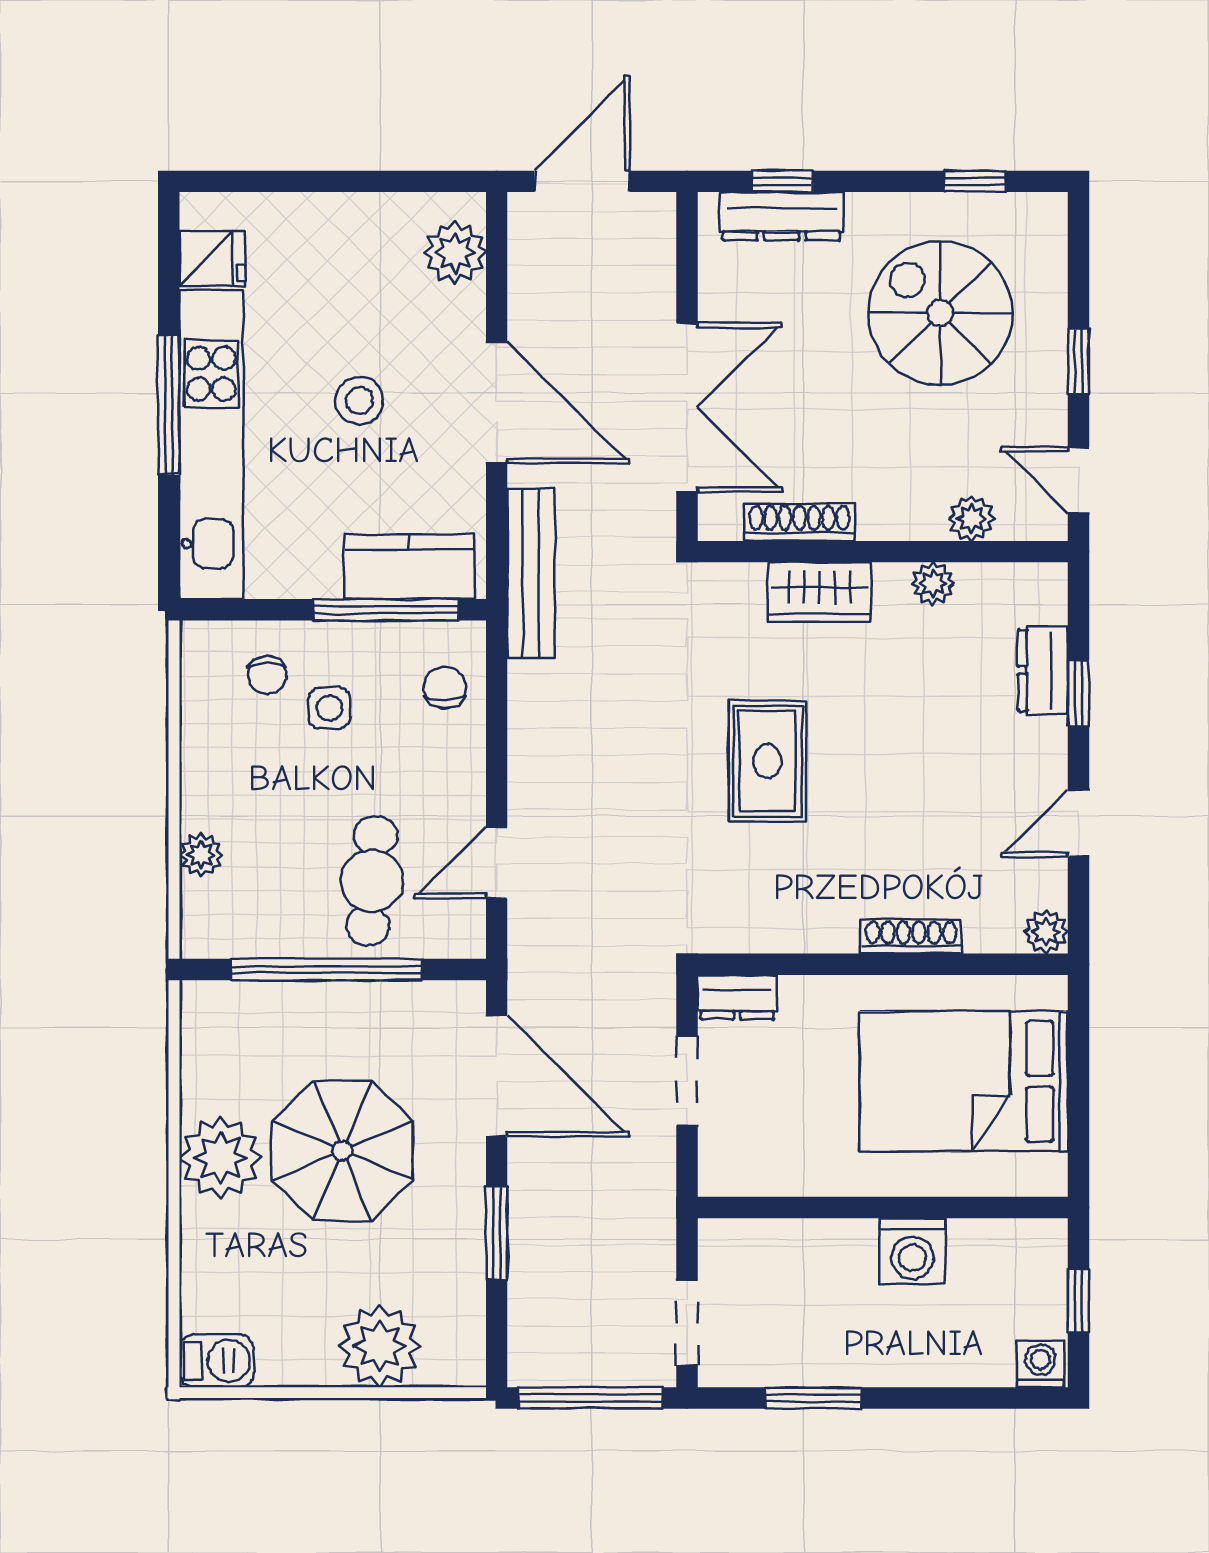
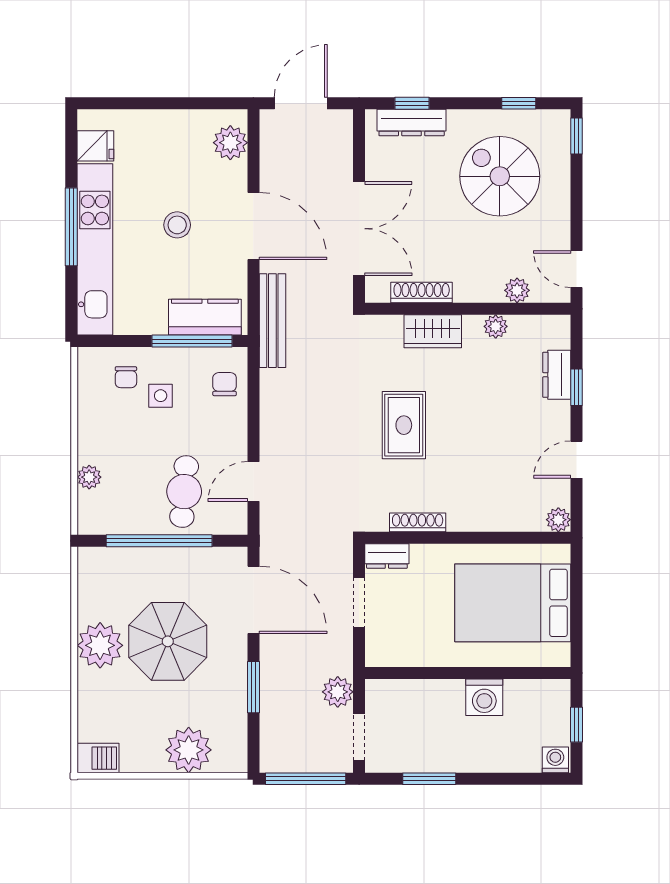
window: (1078, 361) -> (576, 136), moved
shoe rack: (911, 937) -> (418, 522), moved
plant: (649, 1242) -> (338, 692), added

